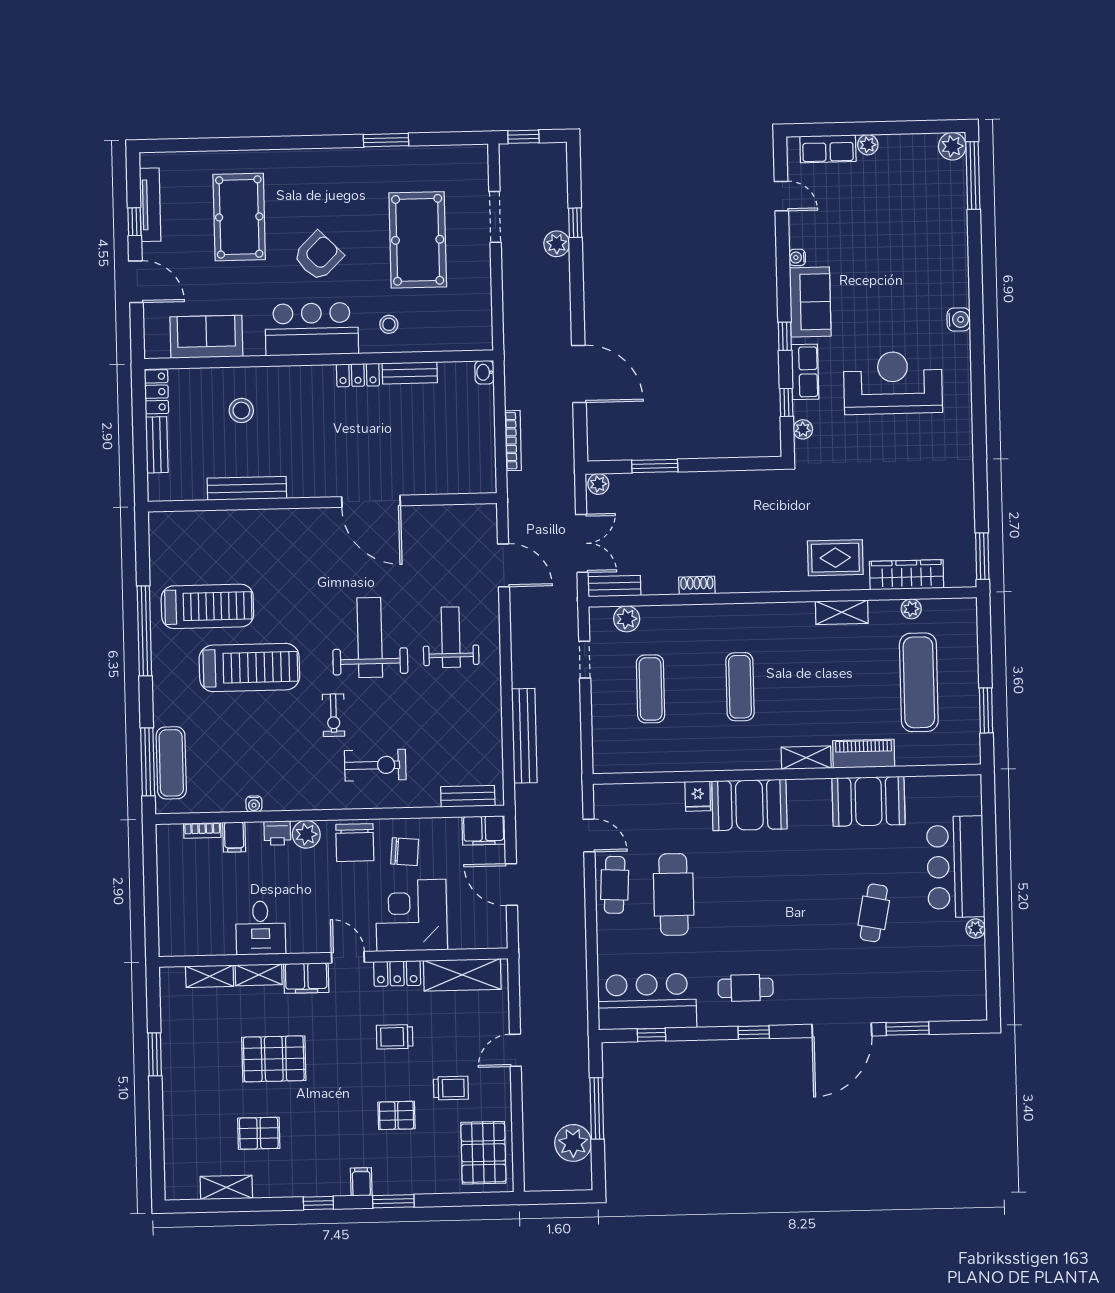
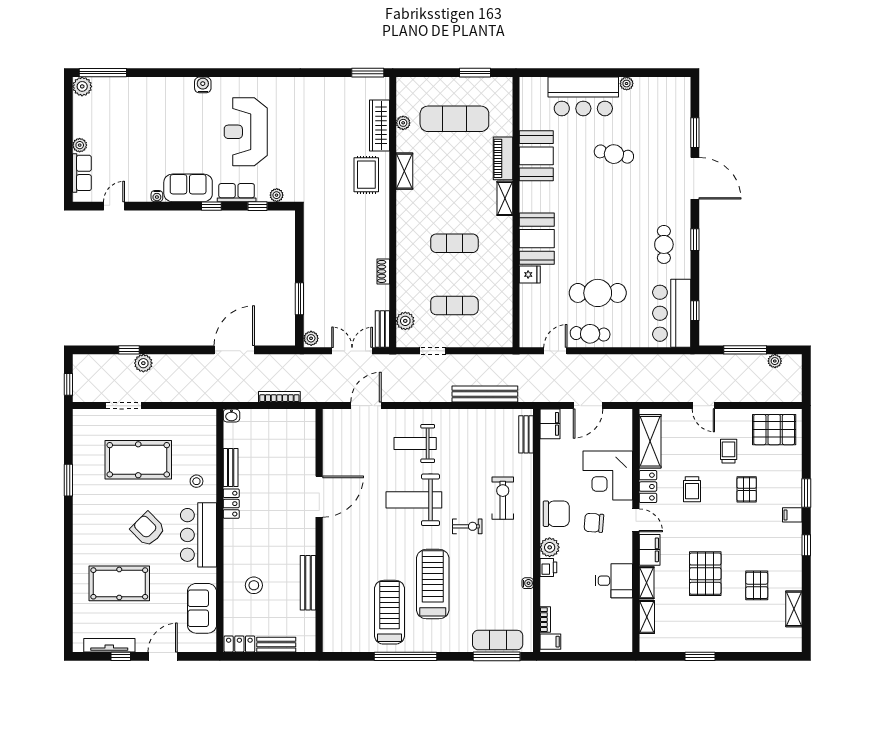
filing cabinet: (234, 837) -> (550, 642), moved
chair: (405, 852) -> (594, 523), moved, turned -91
door: (348, 957) -> (636, 520), swing flipped
plant: (573, 1143) -> (775, 361), width x0.53, depth x0.53

